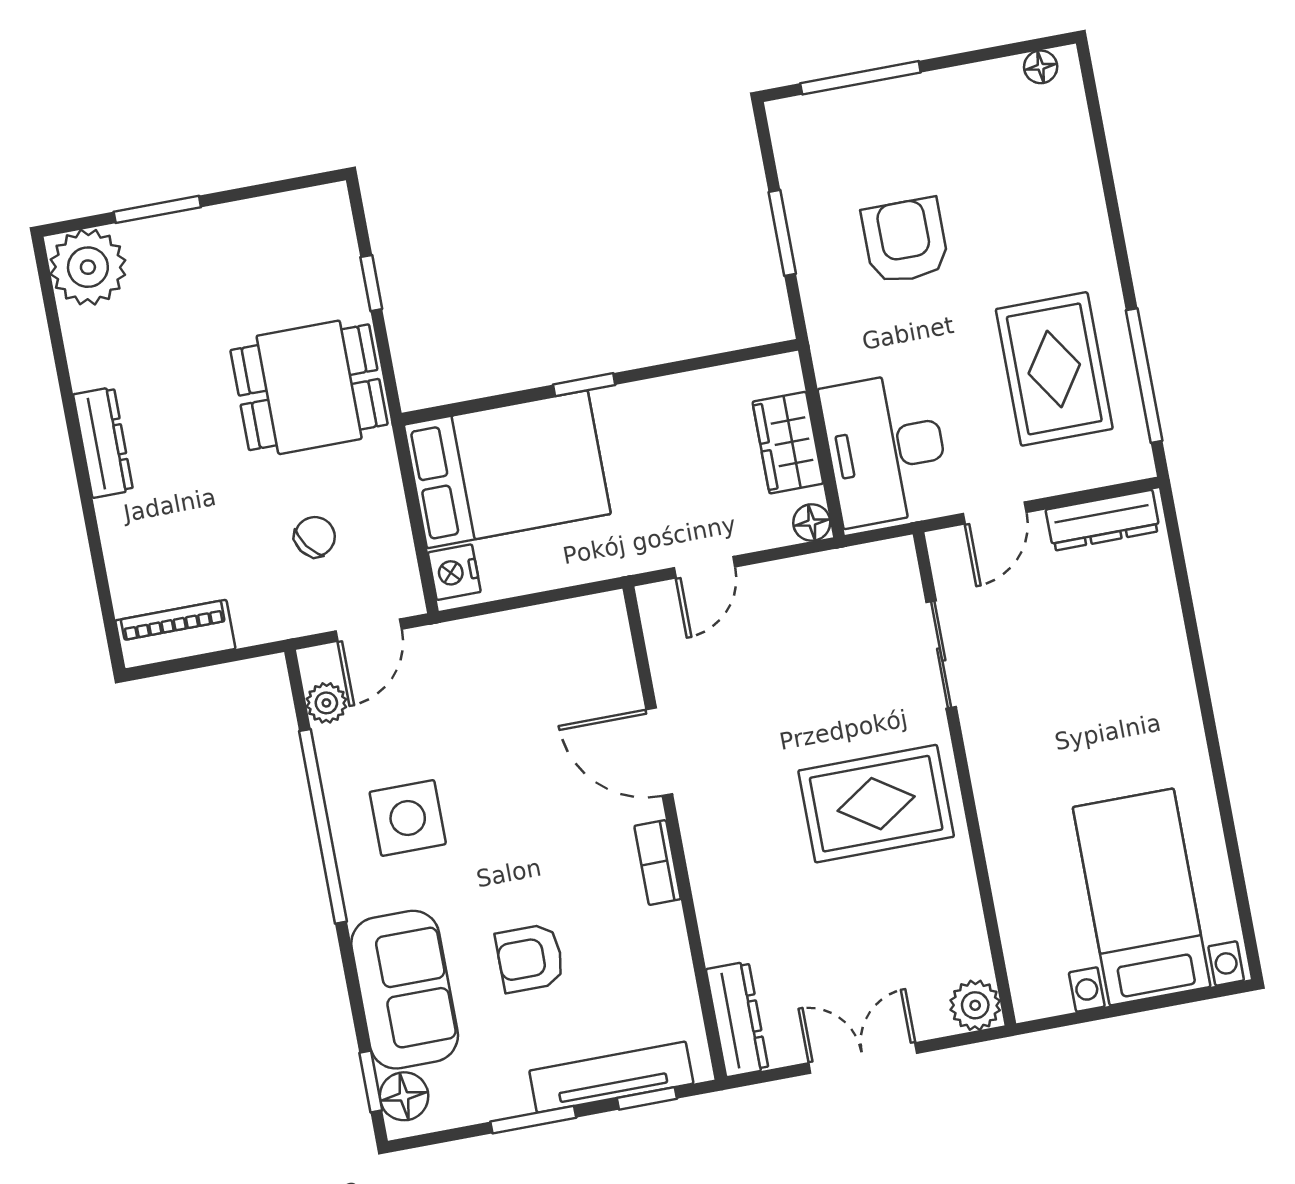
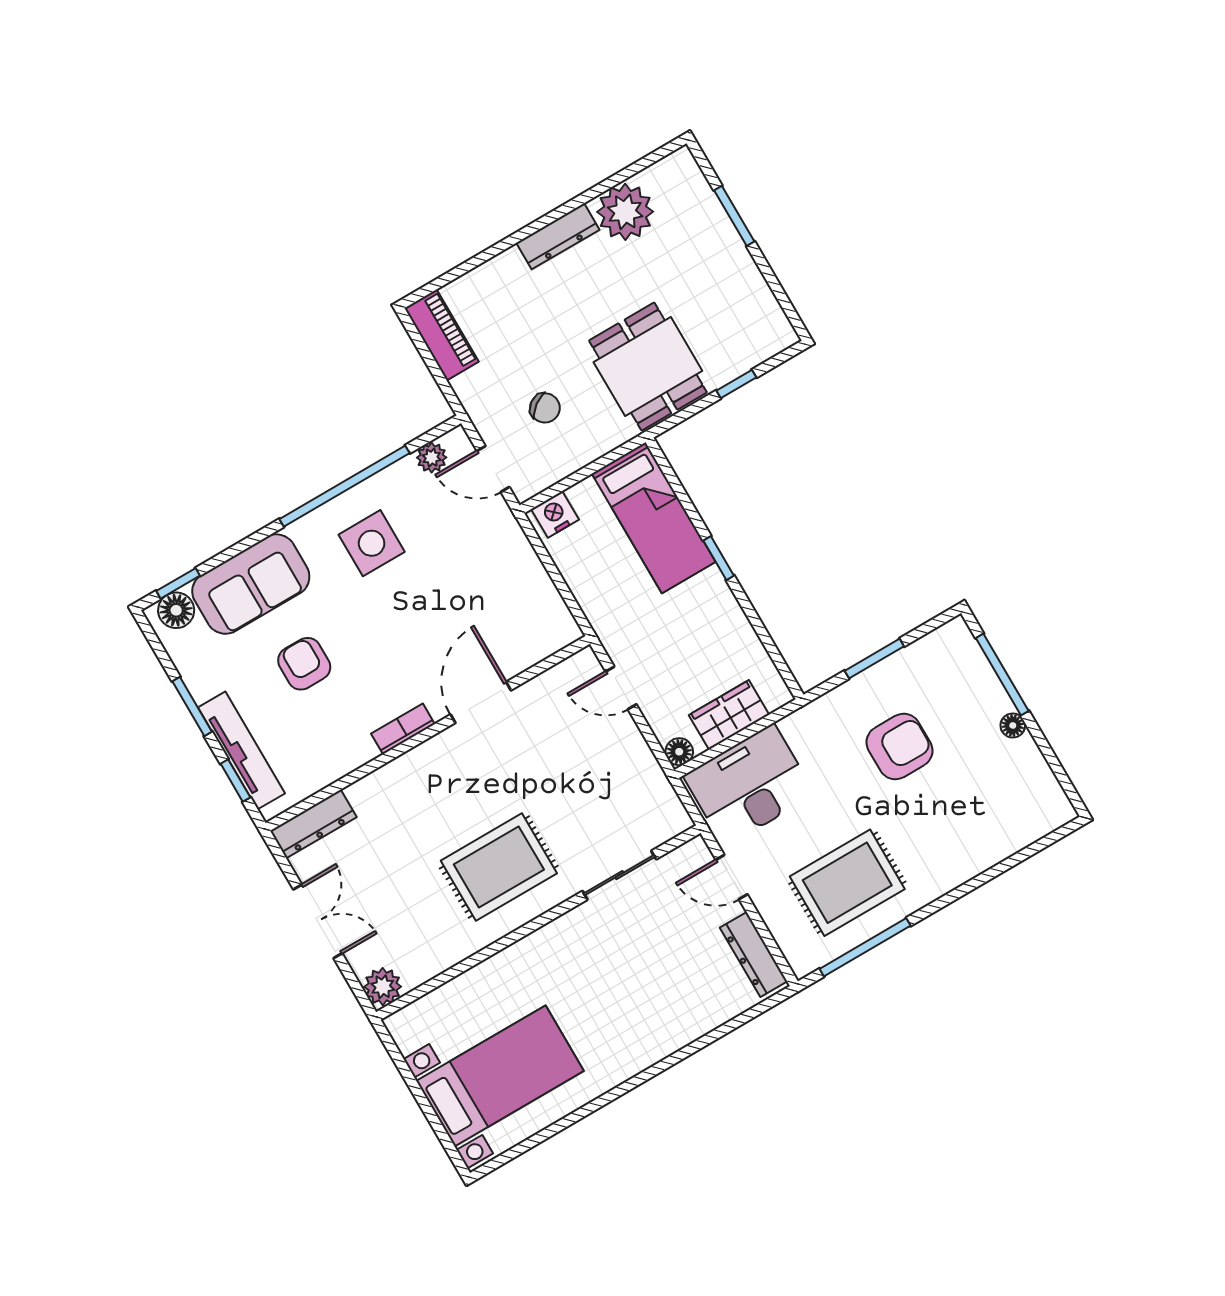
floor lamp: (1041, 67) -> (1013, 725), moved
plant: (88, 267) -> (625, 212), moved
bed: (507, 469) -> (654, 518), width x0.67
rug: (876, 804) -> (499, 867), turned 90

